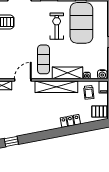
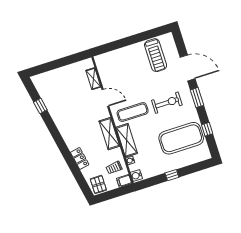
exercise bike: (57, 26) -> (167, 103), moved
shelving: (56, 87) -> (109, 134), width x0.68

